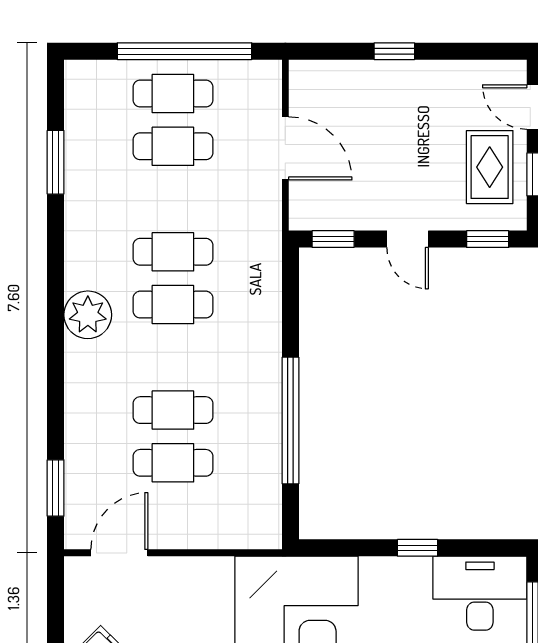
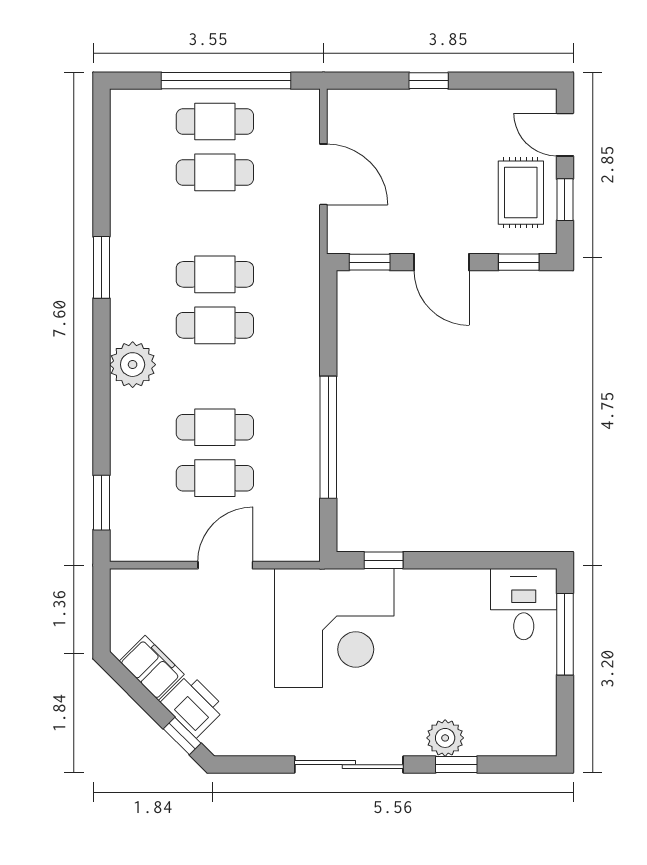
window: (56, 162) -> (101, 267), moved
door: (408, 239) -> (441, 262), width x1.37
plant: (88, 315) -> (133, 365), moved
window: (418, 548) -> (384, 560), moved
door: (119, 553) -> (225, 565), moved
desk: (480, 593) -> (524, 604), width x0.73

